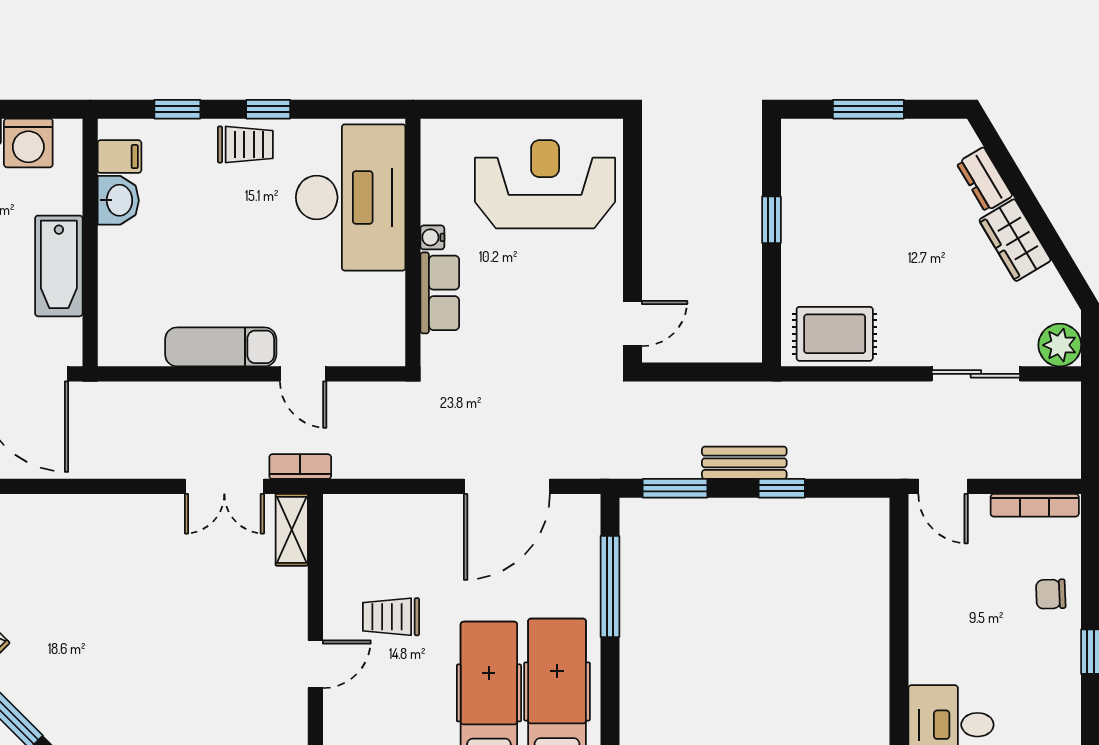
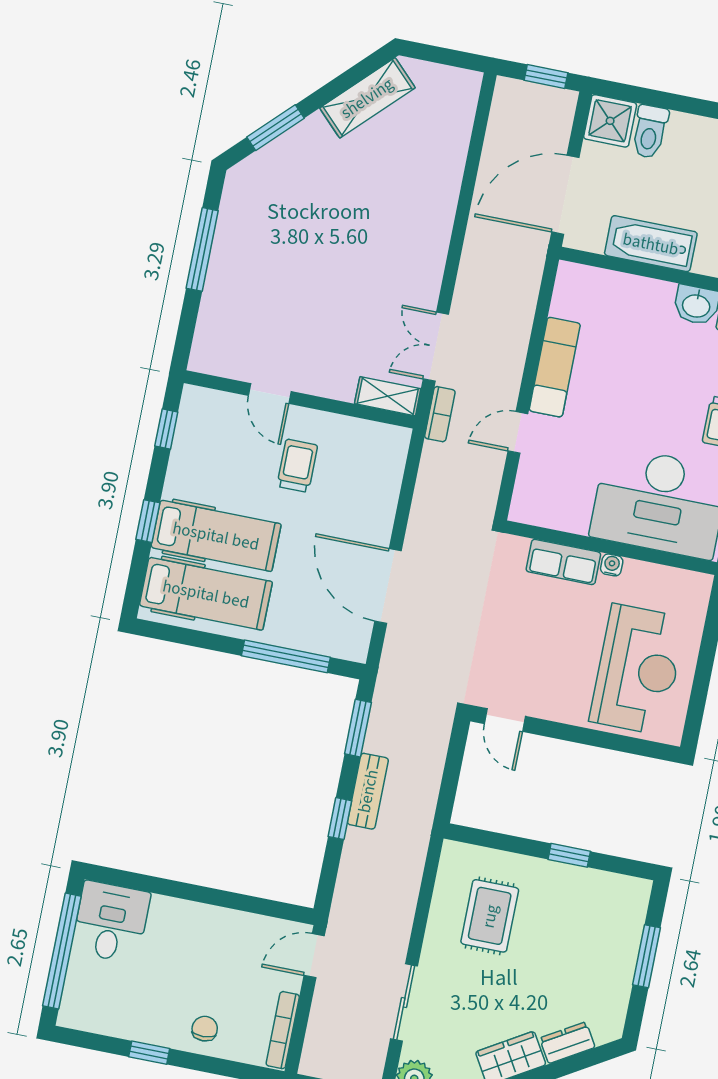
rug: (835, 334) -> (490, 916), moved

